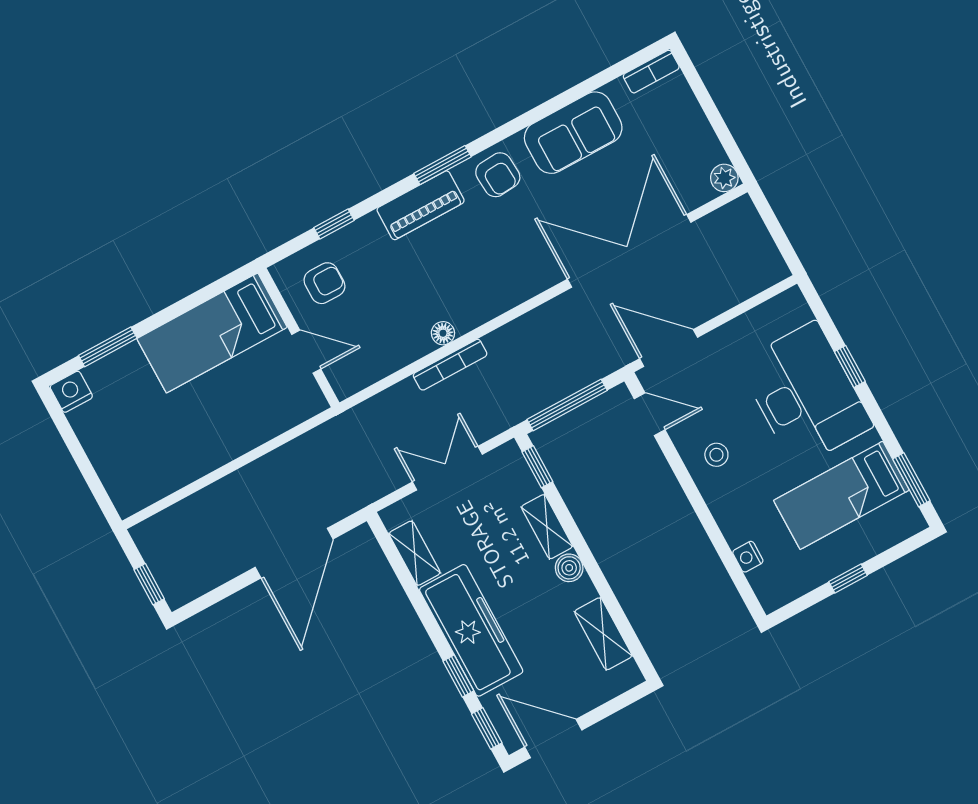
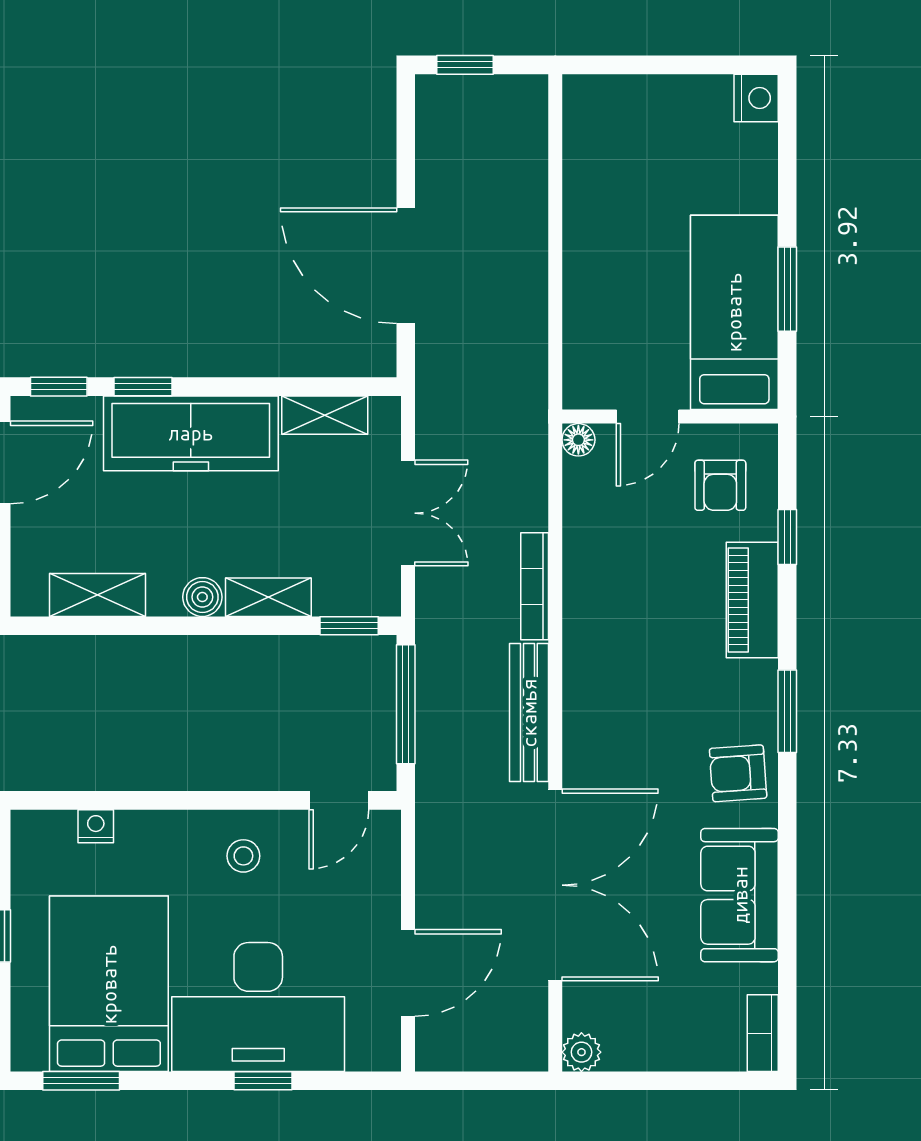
piano: (421, 205) -> (752, 600), moved
bench: (531, 325) -> (529, 713), added
floor lamp: (443, 333) -> (578, 440), moved
window: (108, 347) -> (787, 289), moved
door: (669, 348) -> (408, 973), moved
bed: (841, 495) -> (109, 984), width x1.50

